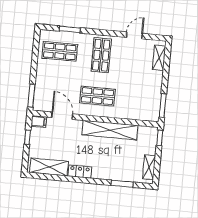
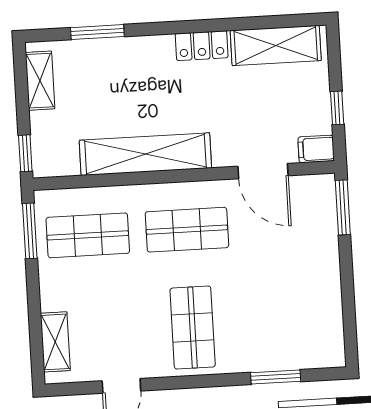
shop shelf: (60, 51) -> (88, 235), moved

